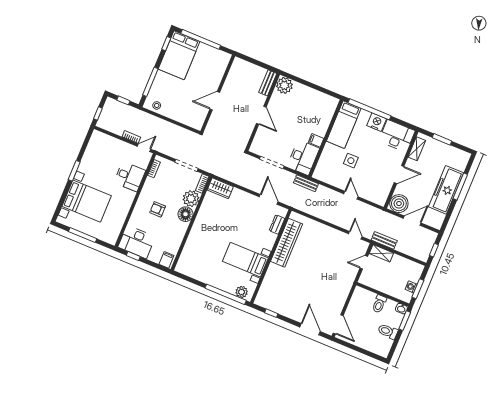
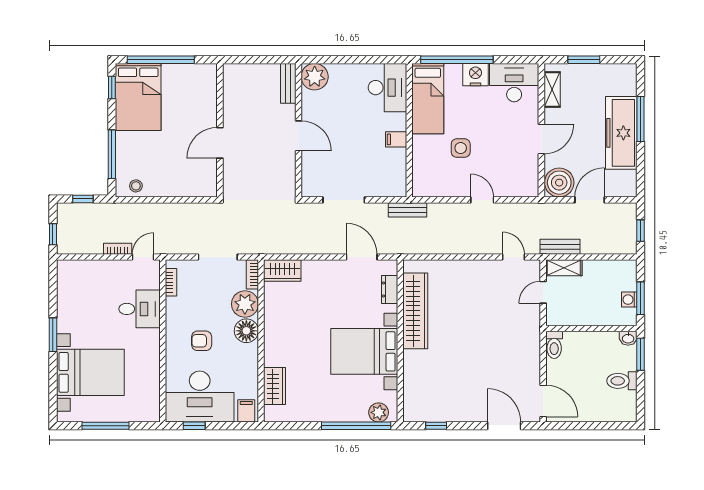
desk: (303, 157) -> (387, 88), moved
desk: (137, 242) -> (200, 397), width x1.36, depth x1.30
wardrobe: (188, 252) -> (274, 386), added
bed with nightstands: (245, 260) -> (364, 351), width x1.36
toilet: (379, 304) -> (554, 345), moved

